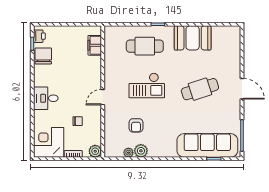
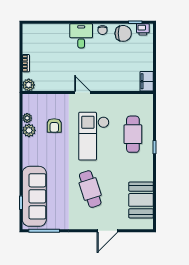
booth: (193, 38) -> (141, 200), moved
filing cabinet: (95, 45) -> (147, 81), moved, turned -90
checkout: (147, 85) -> (94, 136), width x1.36, depth x1.21
door: (242, 89) -> (107, 231), moved
chair: (78, 121) -> (103, 30), moved
armchair: (136, 125) -> (54, 125), turned -90
corner desk: (49, 142) -> (37, 39), removed

